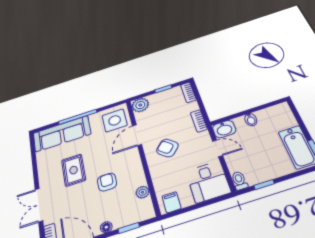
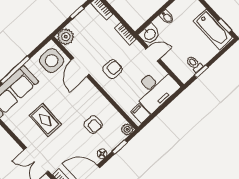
armchair: (167, 148) -> (112, 69), turned 137
toilet: (239, 181) -> (194, 64), moved
armchair: (107, 182) -> (93, 125), moved, turned 180
desk: (208, 182) -> (155, 89), width x1.37
plant: (143, 192) -> (127, 129), moved

